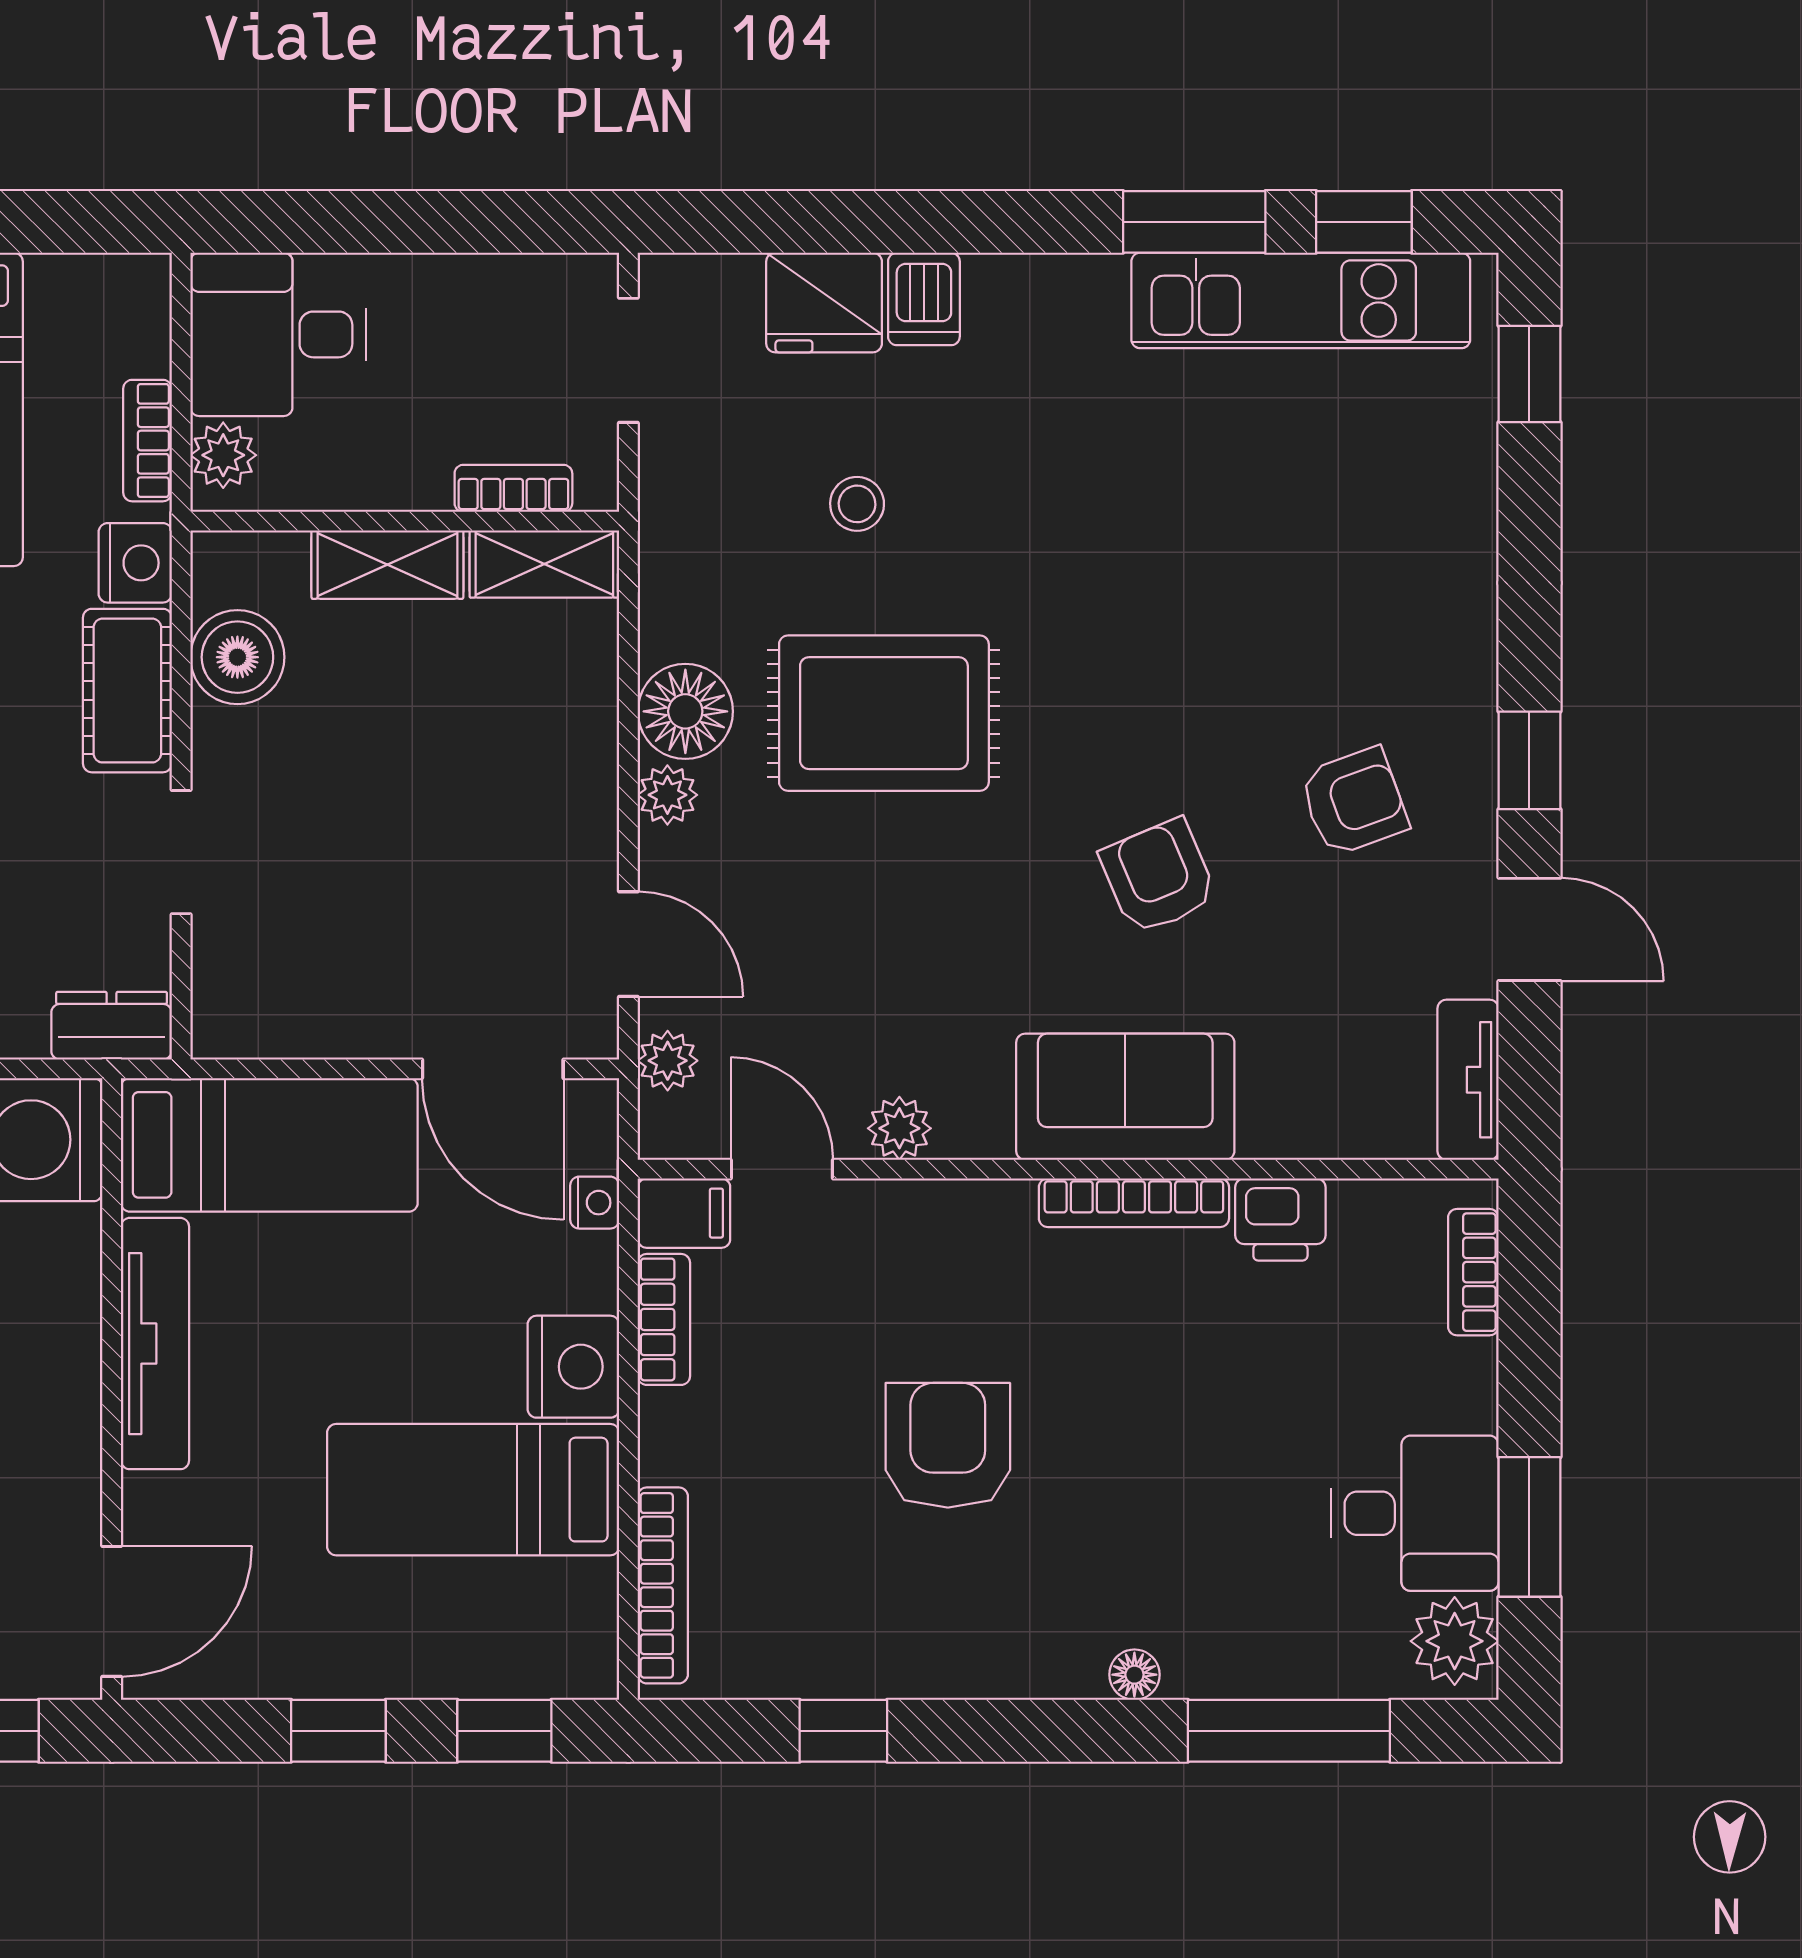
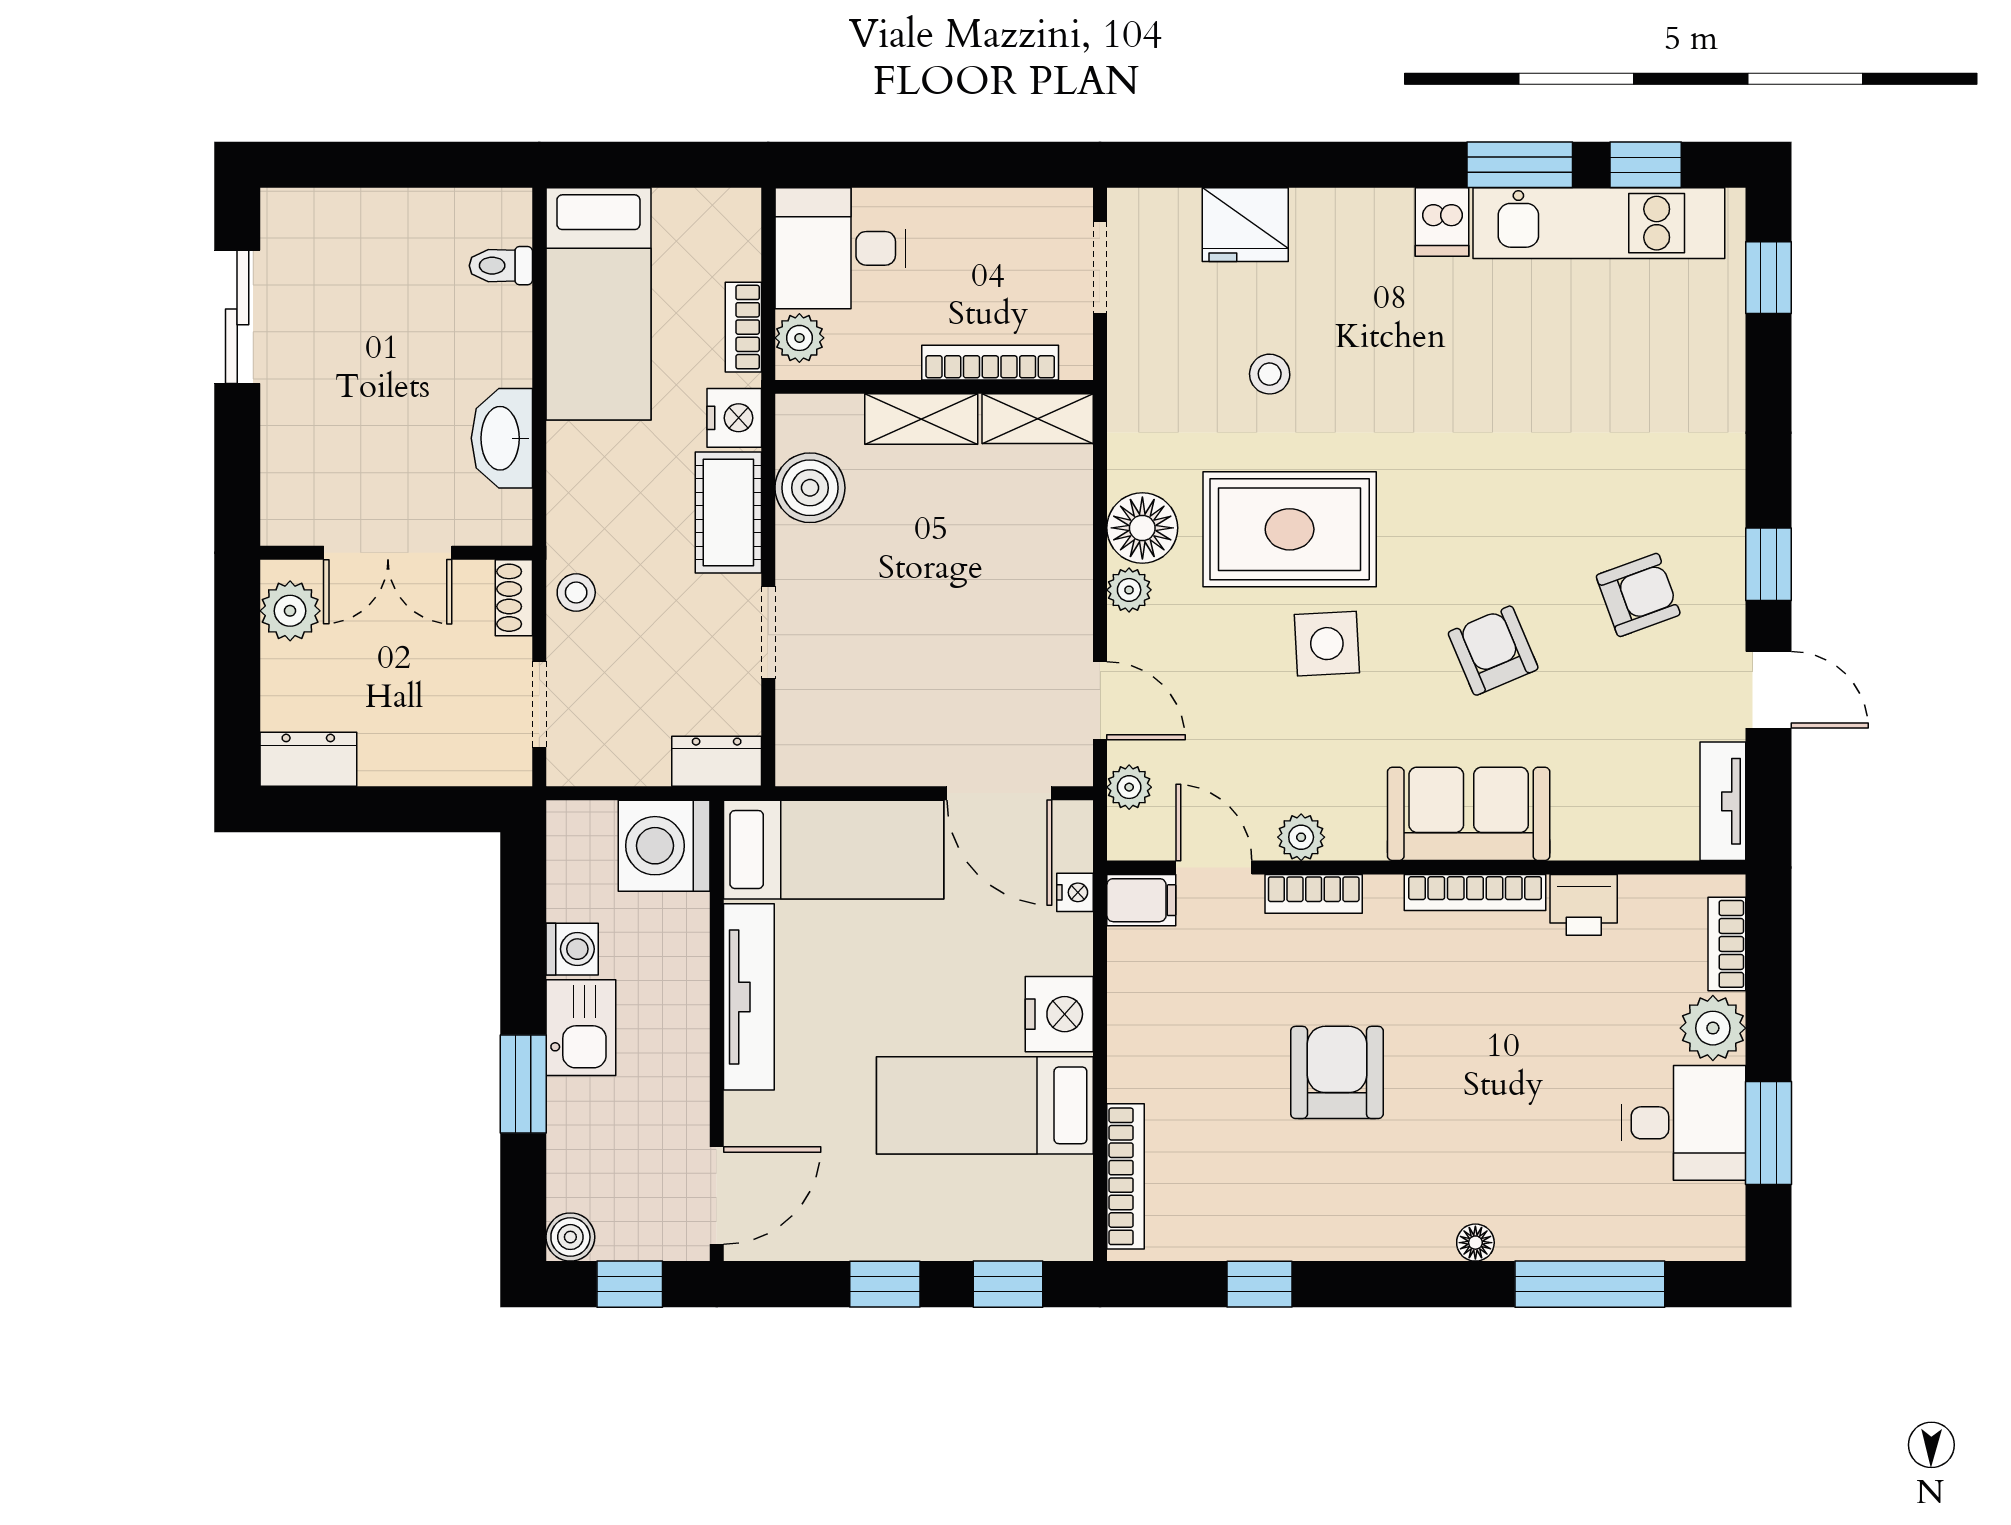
dishwasher: (924, 299) -> (1442, 222), moved
bookcase: (513, 488) -> (990, 363), width x1.56
side table: (934, 867) -> (1327, 644), added
bookcase: (664, 1319) -> (1314, 894), moved, turned 90
plant: (1455, 1641) -> (1713, 1028), moved

